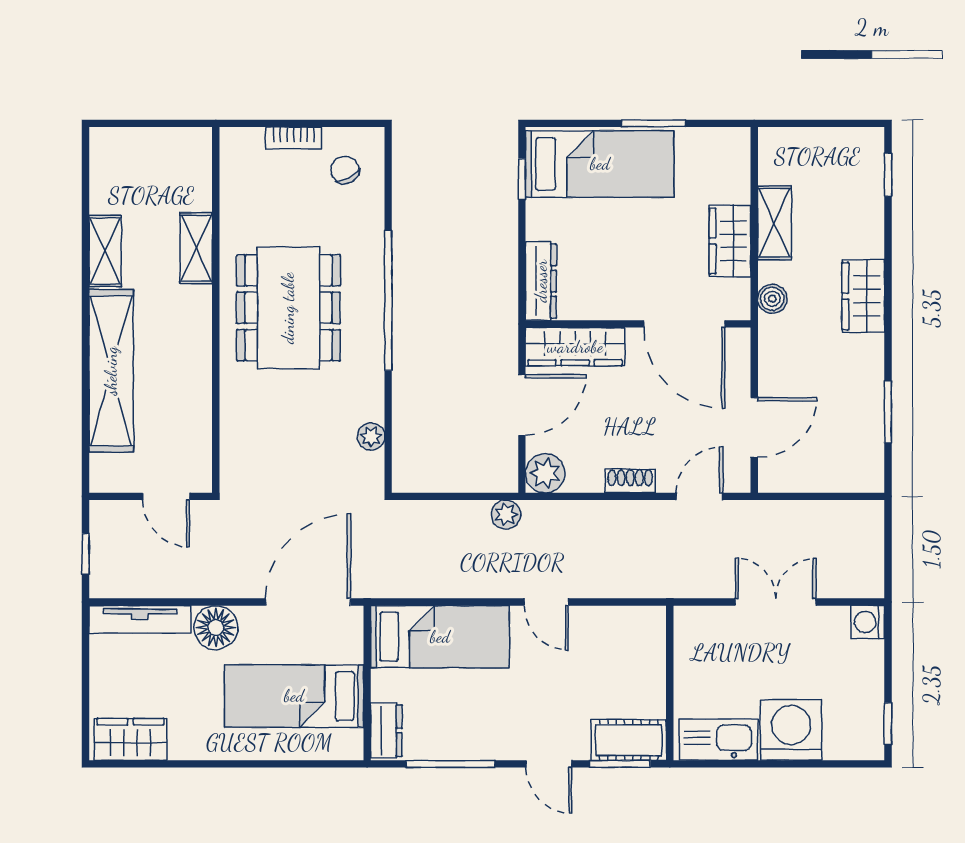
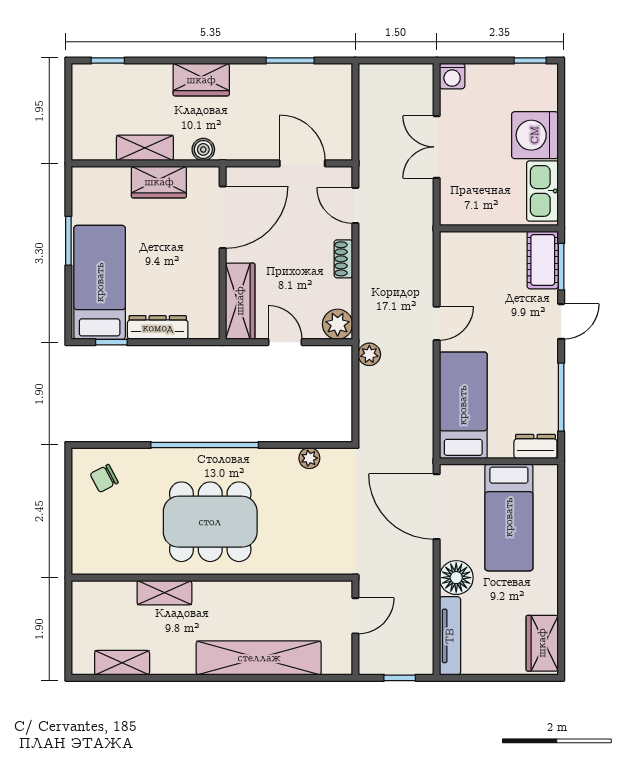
bookcase: (294, 138) -> (80, 518), removed
shelving: (105, 251) -> (122, 663), moved
dresser: (541, 281) -> (158, 328), moved
door: (522, 405) -> (285, 342), width x0.73

